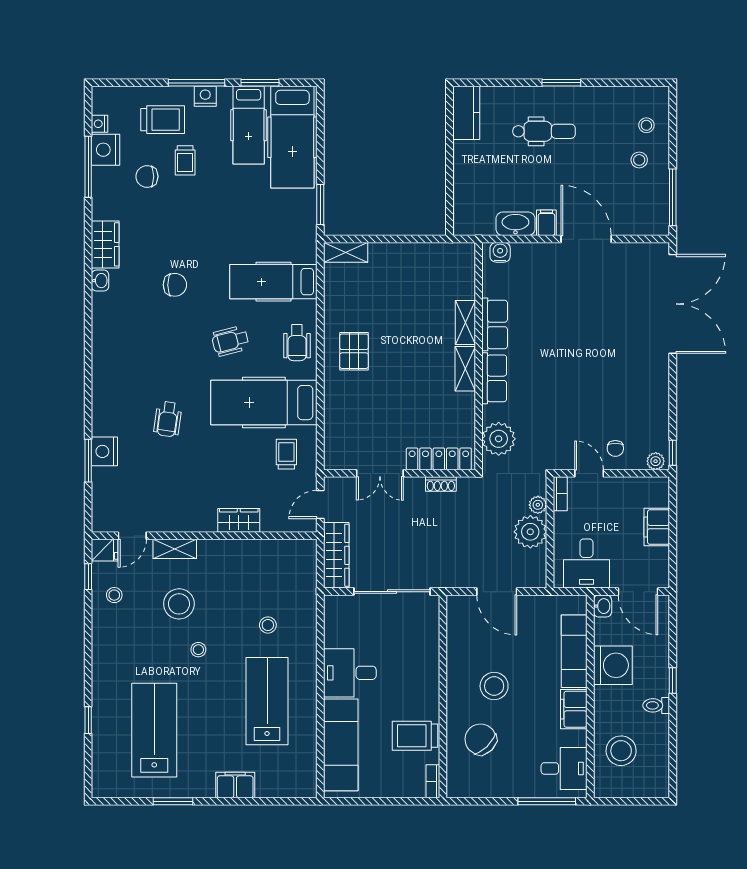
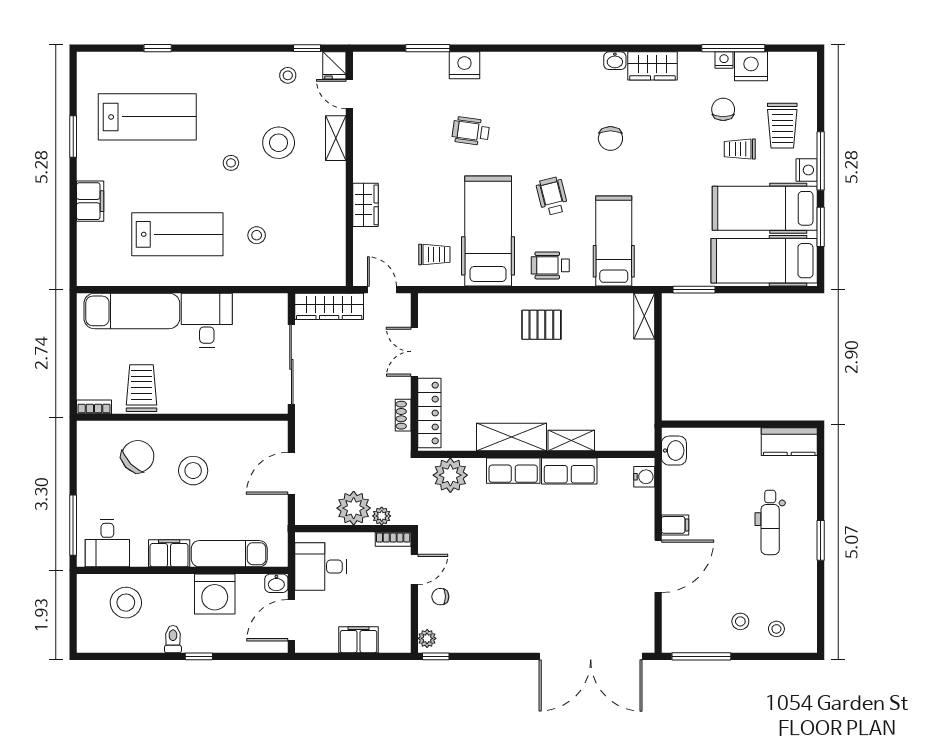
nightstand: (100, 124) -> (724, 60), moved
hospital bed: (249, 125) -> (765, 208), width x1.37, depth x1.29
washbasin: (515, 224) -> (674, 451), moved, width x0.72
shelving: (465, 369) -> (512, 437), width x1.50, depth x1.33
nightstand: (104, 451) -> (464, 65), moved

